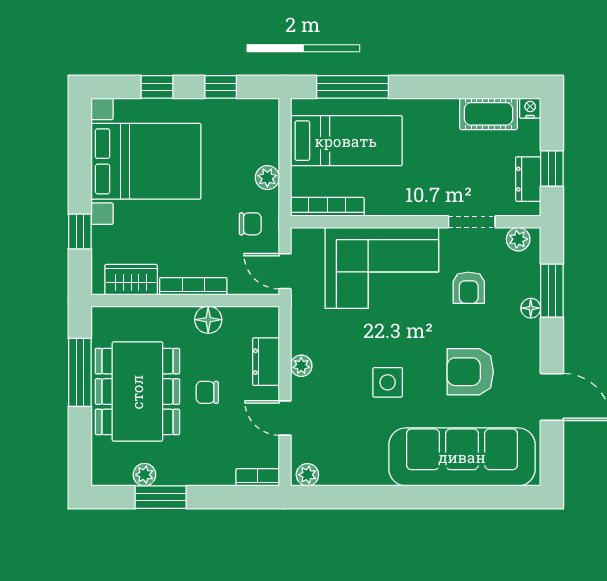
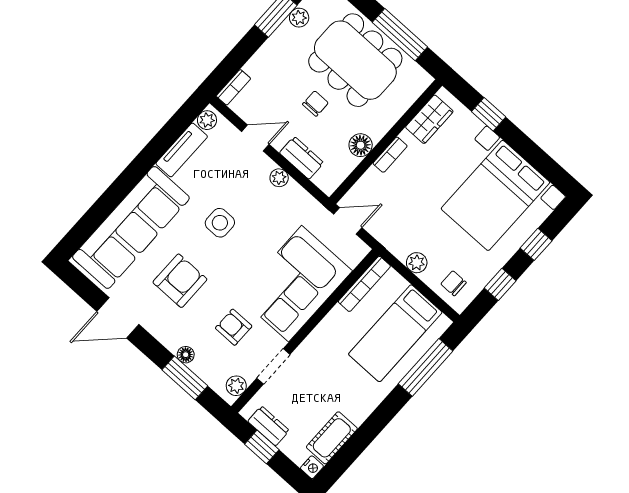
chair: (250, 224) -> (453, 283), moved, turned 90
bookcase: (193, 286) -> (390, 155), width x0.64
tv unit: (354, 473) -> (182, 150), added

